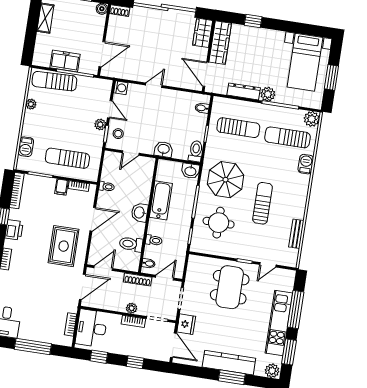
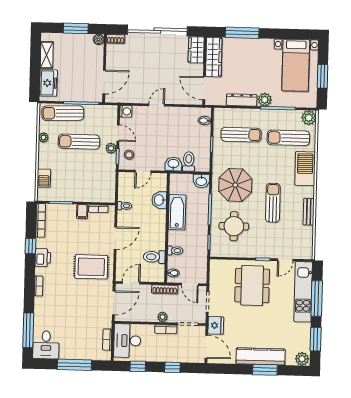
window: (253, 21) -> (242, 33), width x2.17
freezer: (65, 61) -> (48, 83), moved, turned 90
toilet: (196, 151) -> (189, 162), moved
sun lounger: (67, 158) -> (79, 142), moved
barbecue: (306, 164) -> (305, 169), width x1.88, depth x1.53
washbasin: (140, 213) -> (159, 200), moved
bench: (296, 234) -> (309, 212), moved
rug: (64, 246) -> (91, 267), turned 90
door: (165, 278) -> (190, 284), swing flipped
kitchen unit: (279, 323) -> (303, 292), moved

